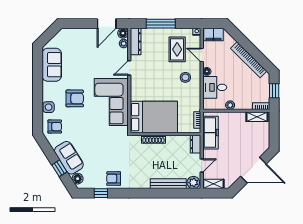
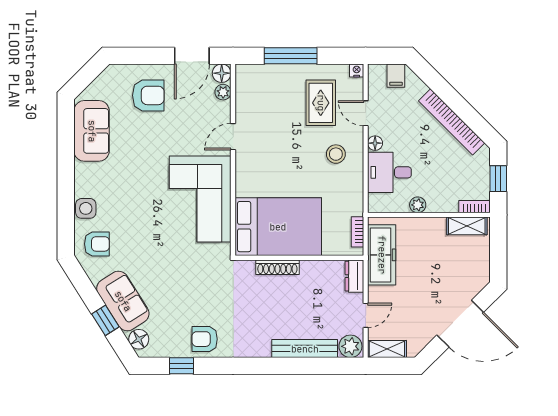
filing cabinet: (213, 34) -> (396, 76), width x0.50
dresser: (136, 42) -> (245, 89), removed
armchair: (75, 98) -> (148, 95), moved

